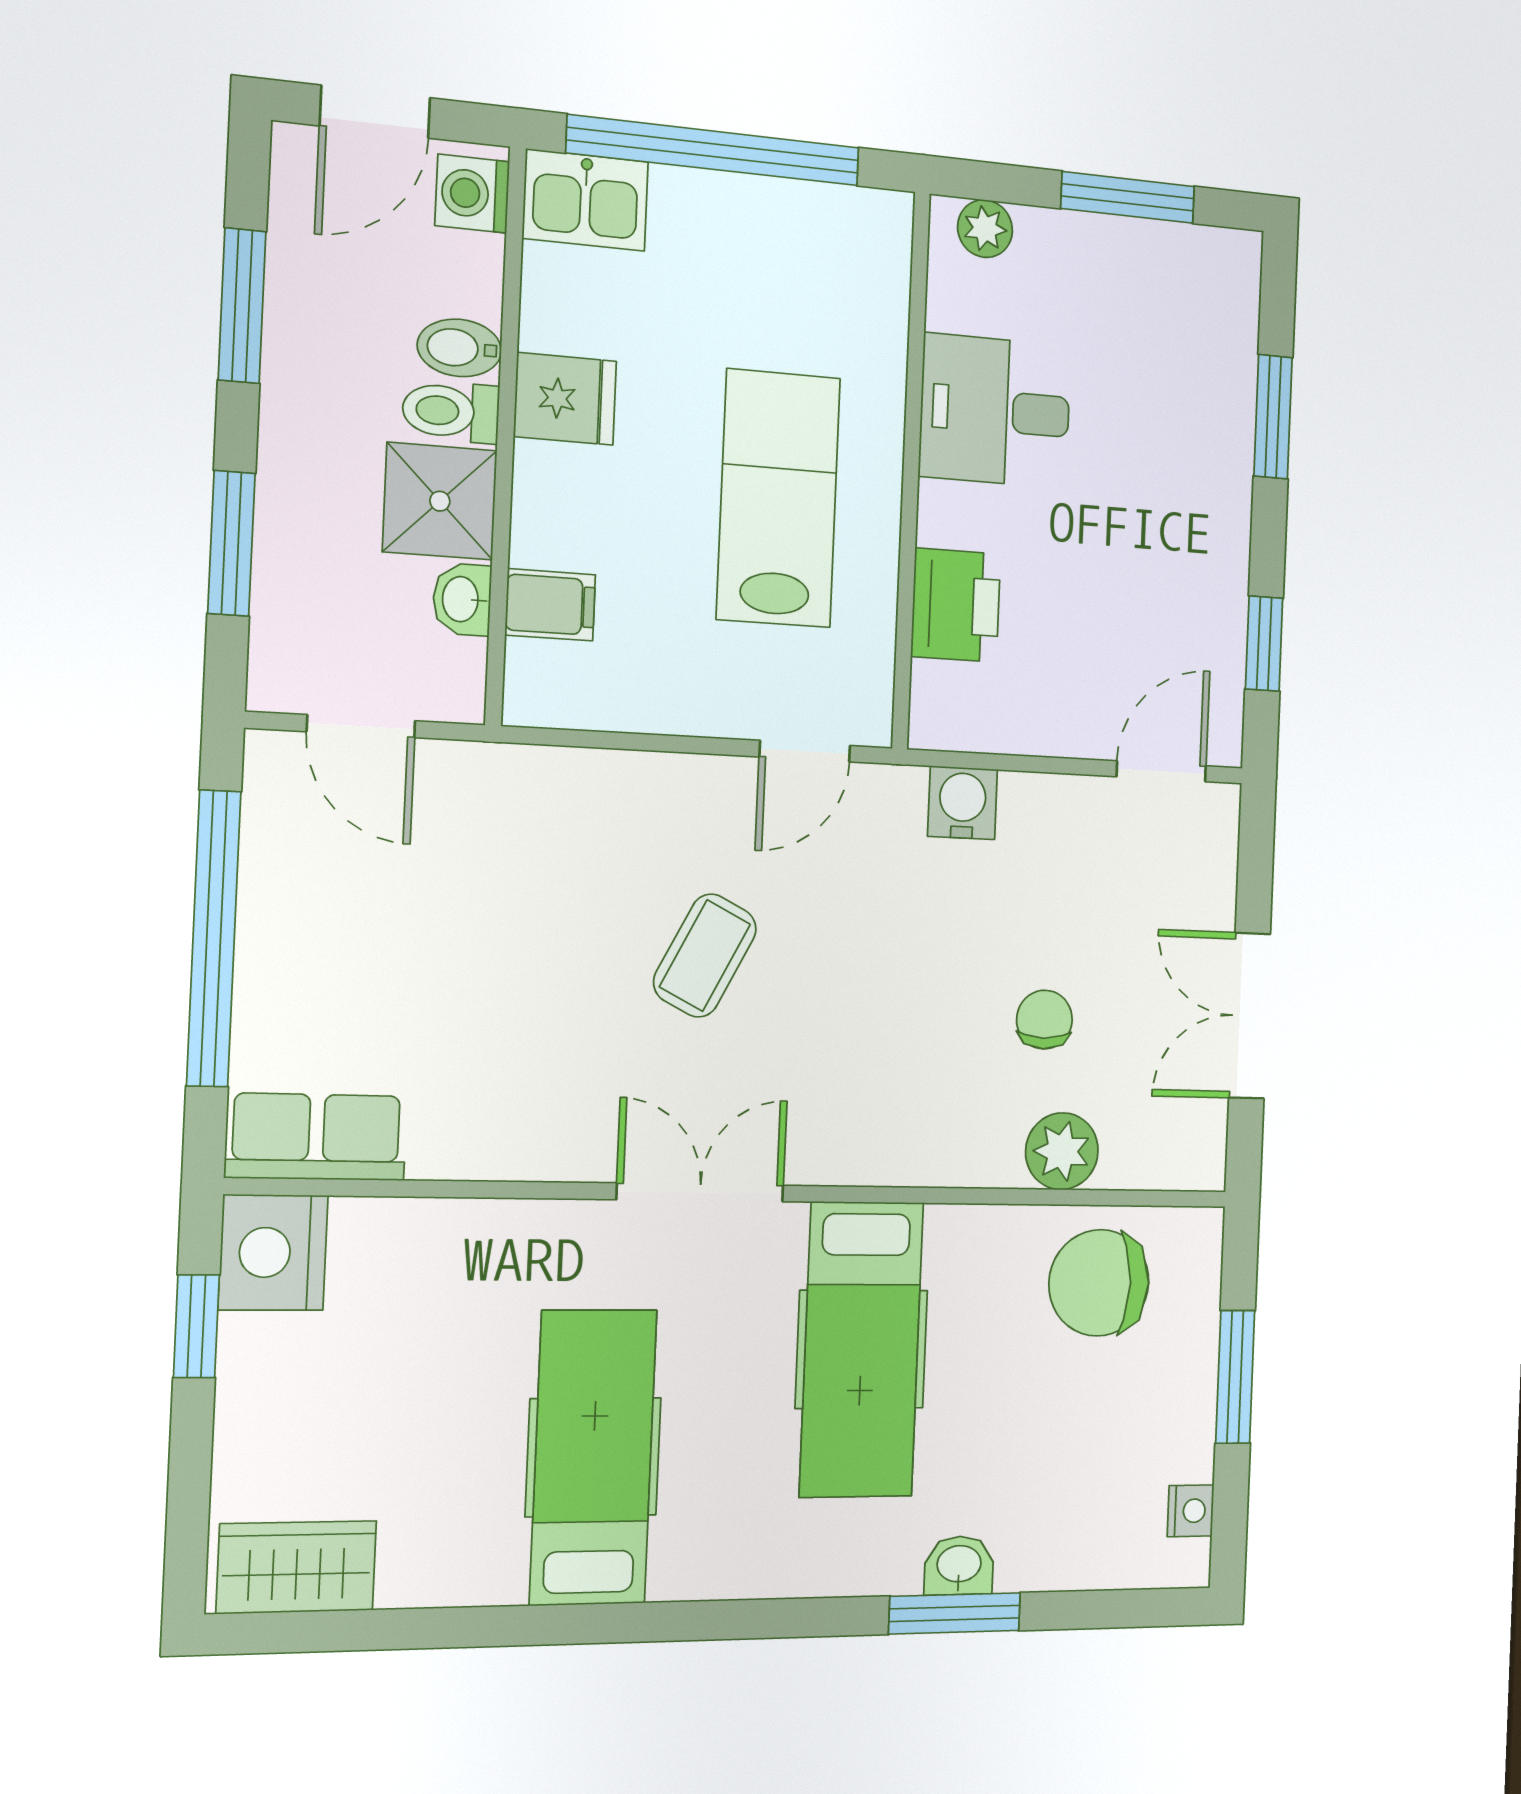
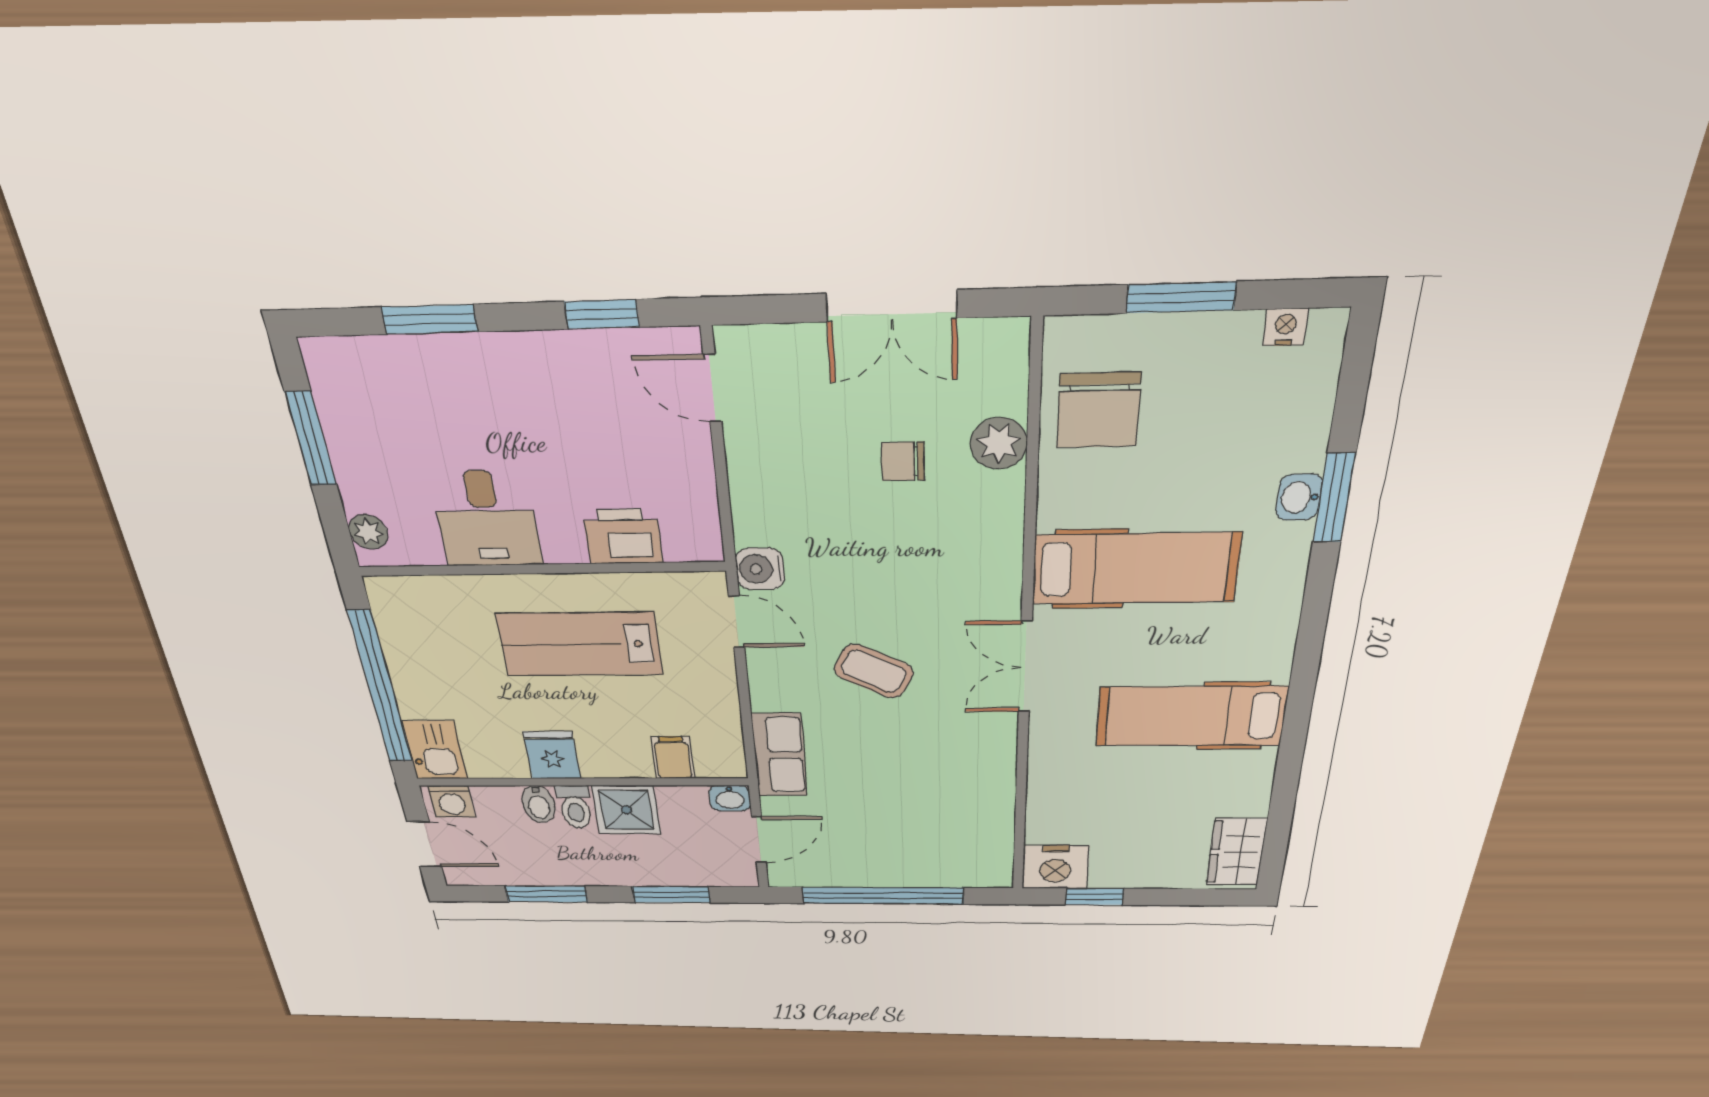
washbasin: (462, 599) -> (730, 798), moved
water cooler: (963, 803) -> (760, 569), moved
row of seats: (316, 1137) -> (779, 755), moved, turned 180

